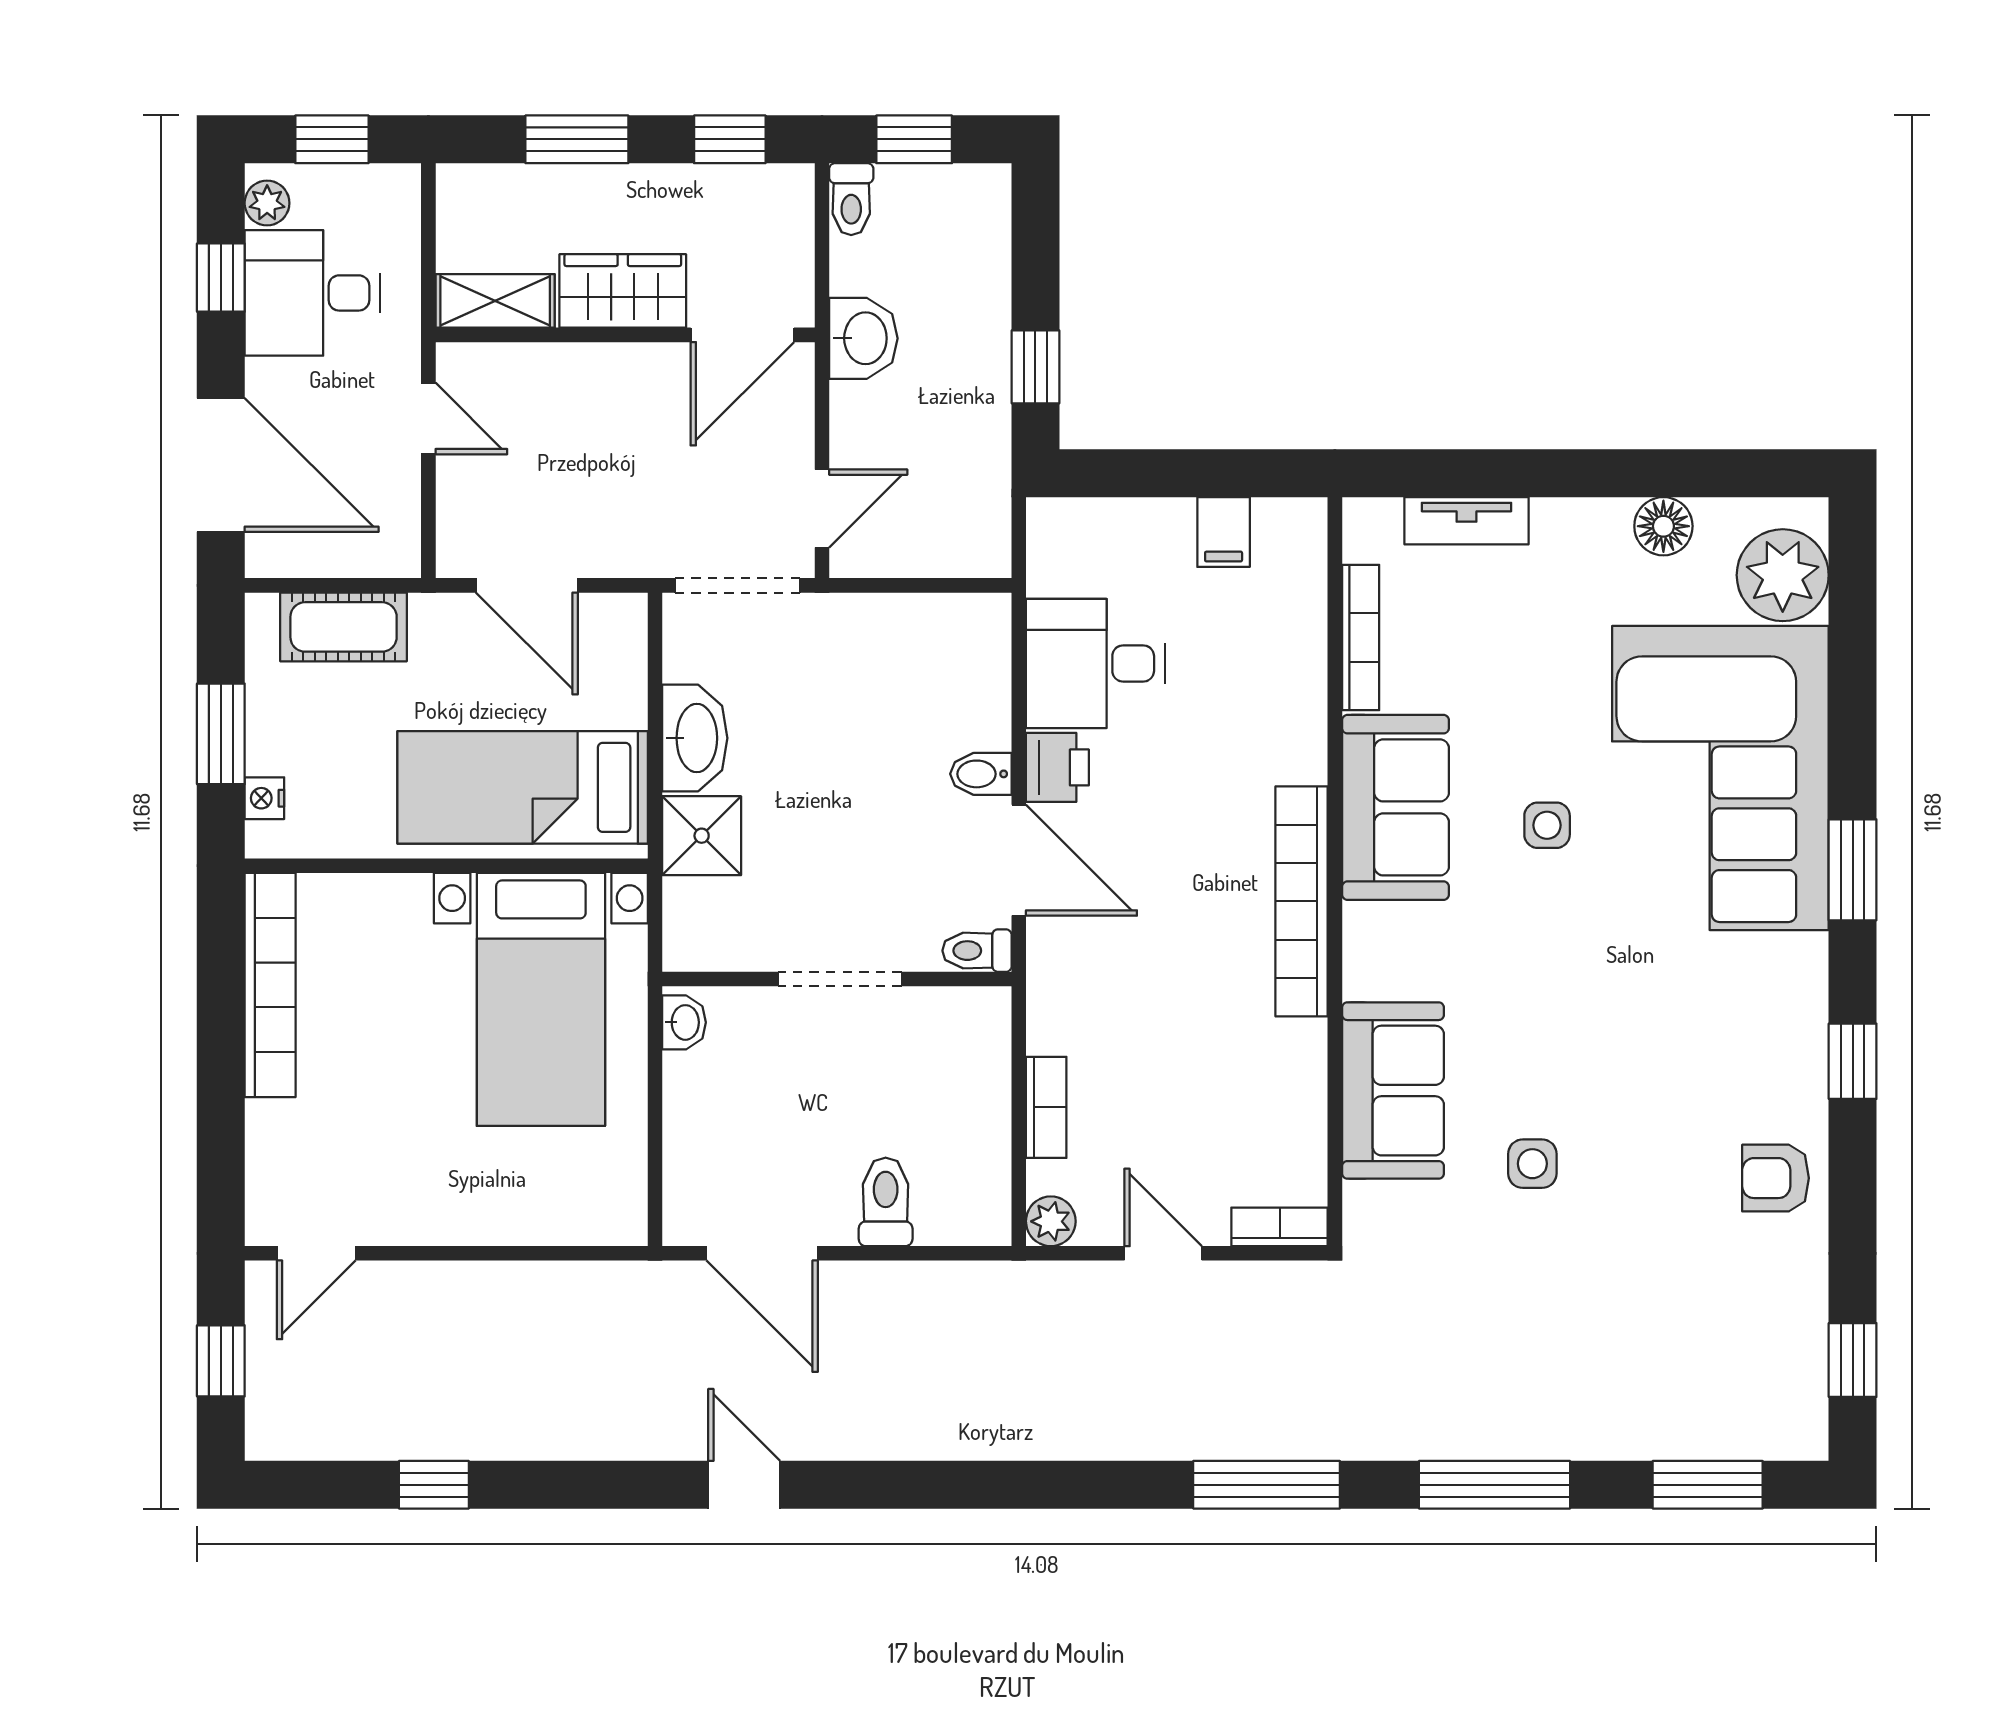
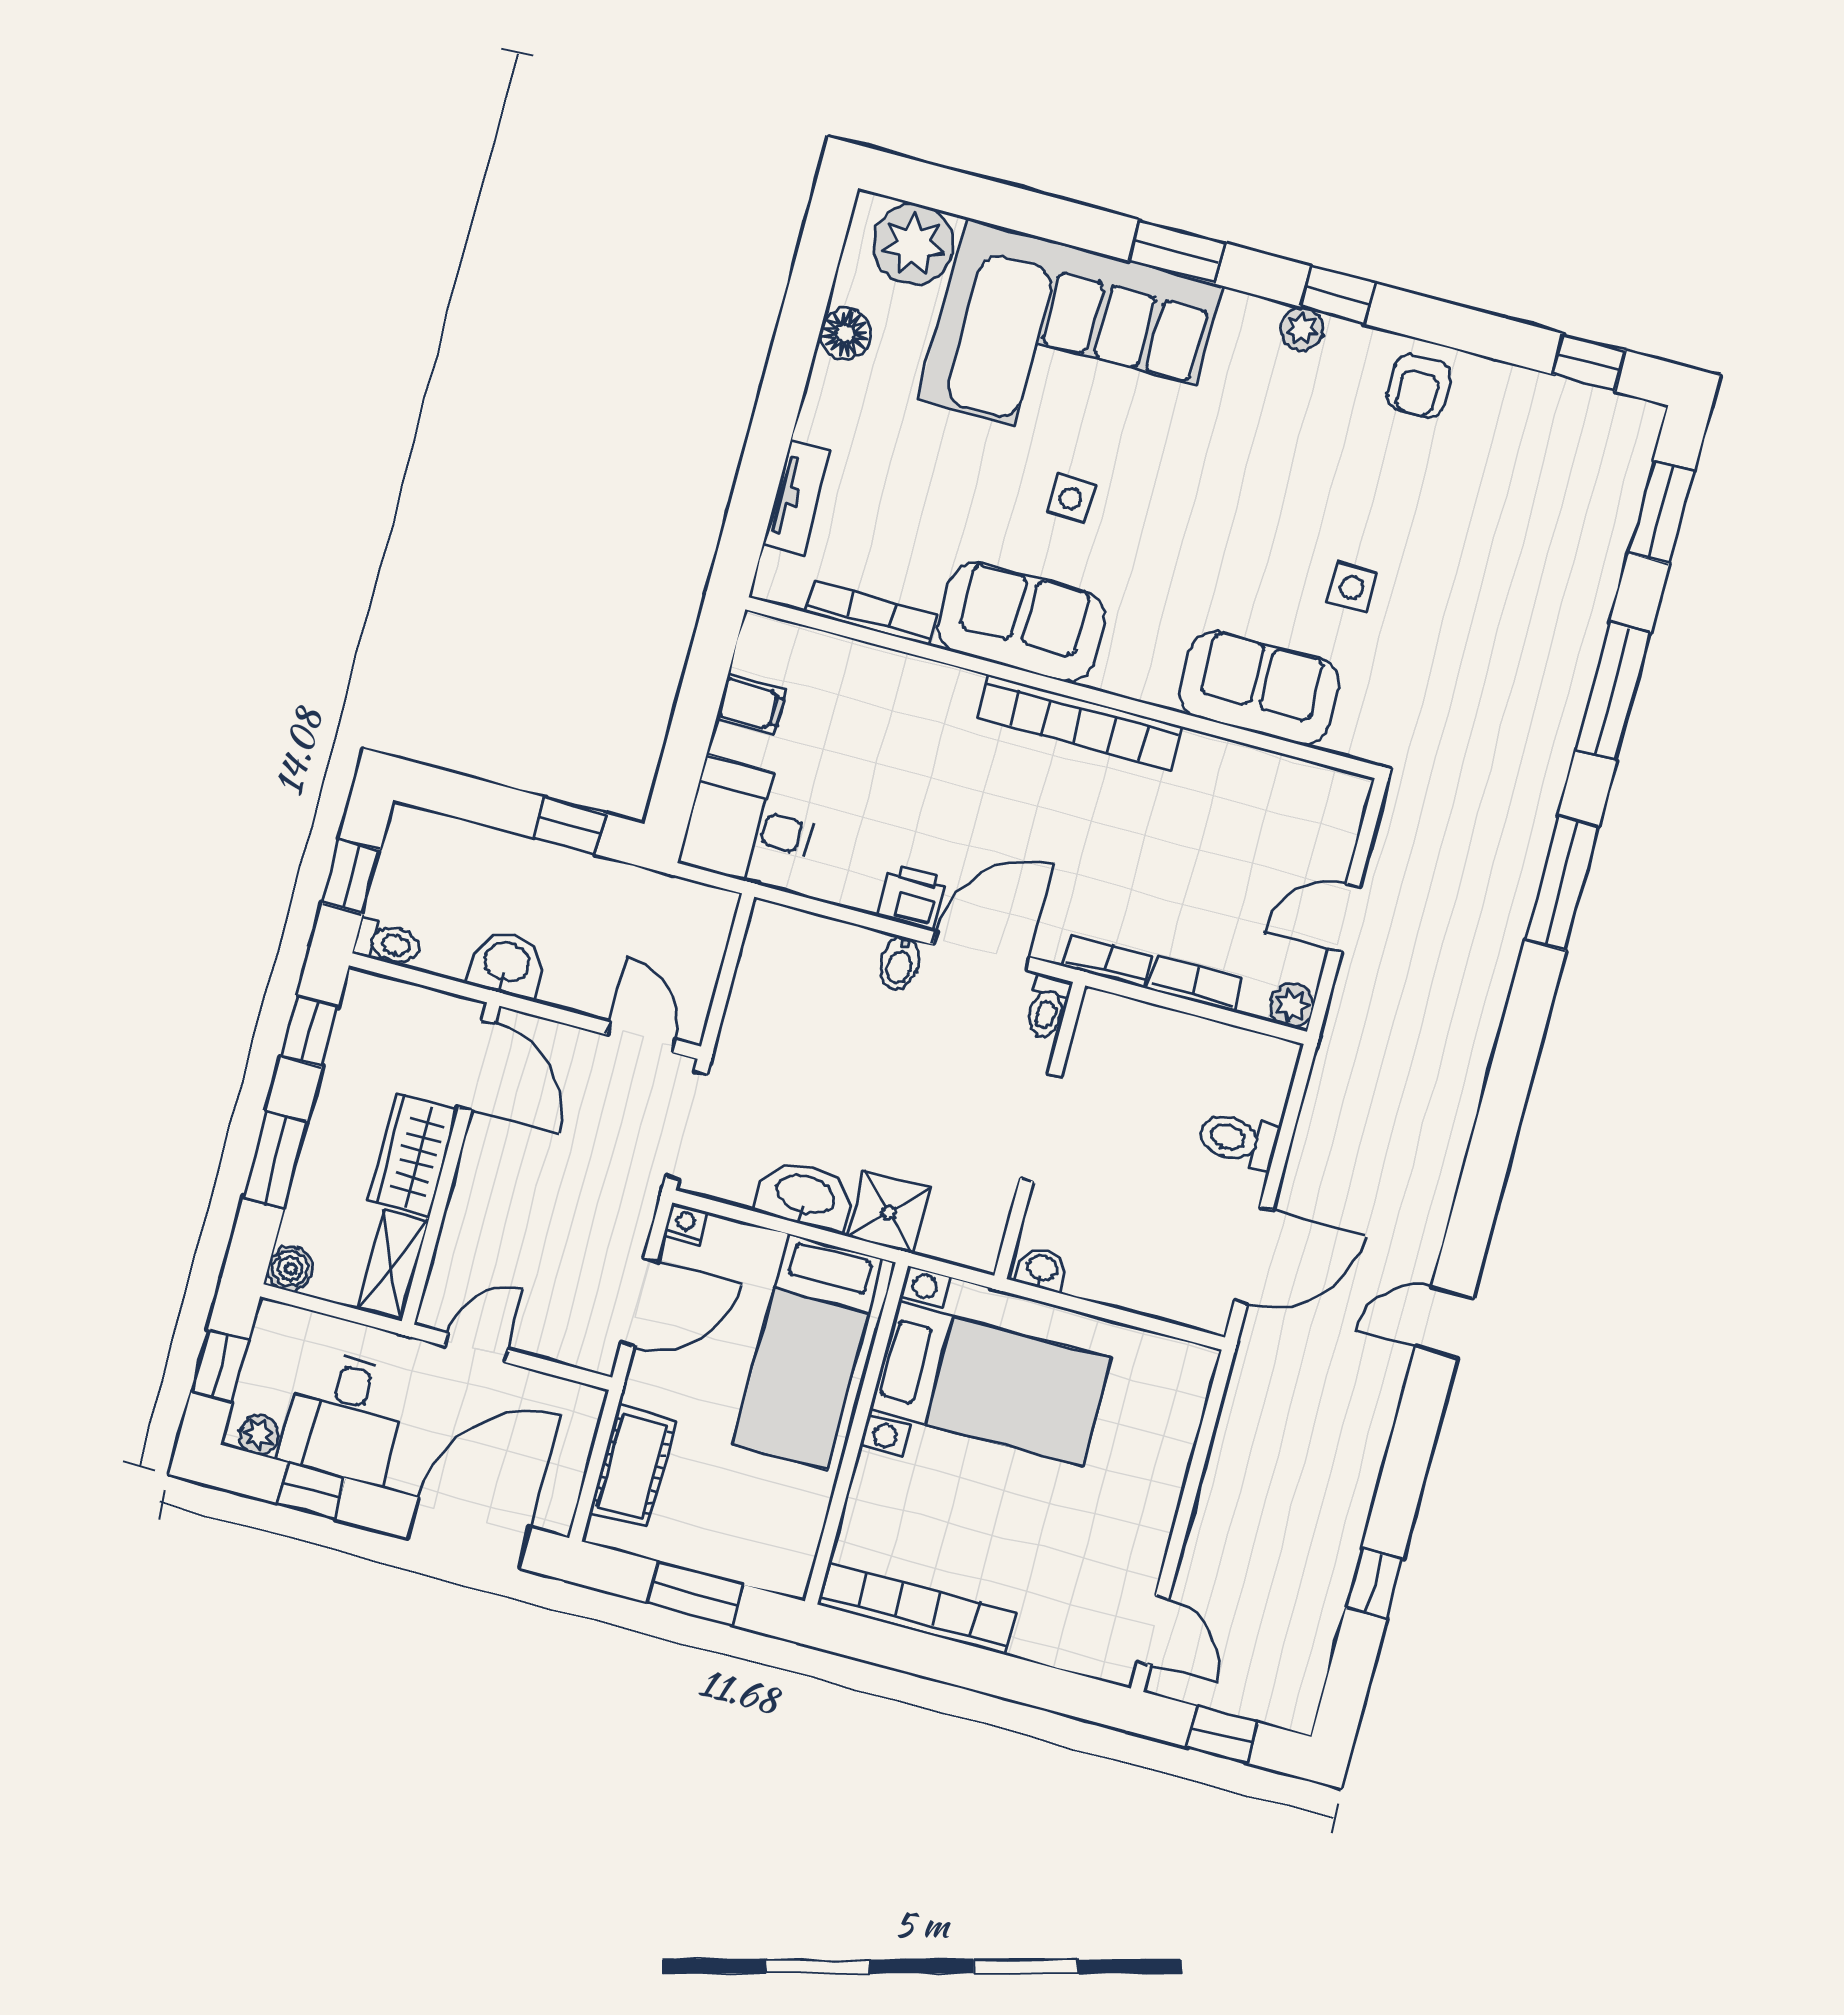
boiler: (461, 188) -> (290, 1269), added
desk: (1096, 663) -> (750, 824), moved, turned 90
nightstand: (264, 798) -> (685, 1224), moved, turned 180
plant: (1804, 1031) -> (1302, 329), added
bookcase: (1280, 1227) -> (1108, 961), moved, turned 90

